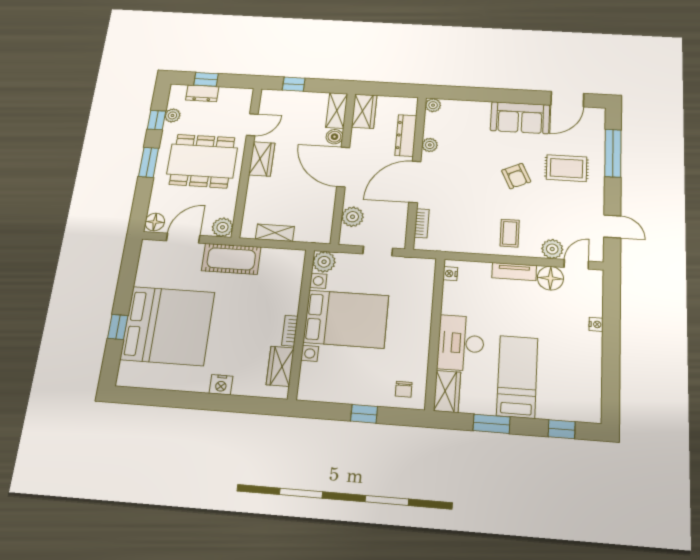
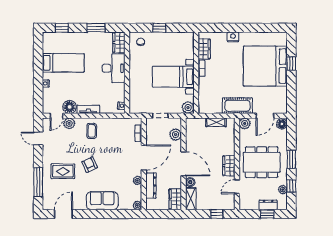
sofa: (520, 118) -> (102, 201), moved
bed with nightstands: (346, 319) -> (173, 77), width x0.73
bed: (517, 377) -> (63, 63), moved, turned -90

